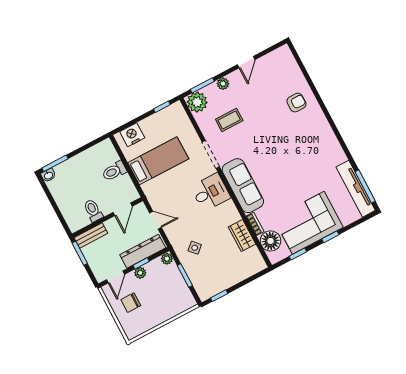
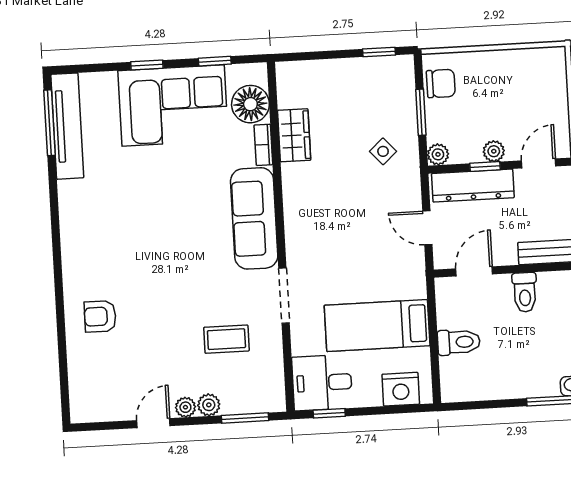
plant: (197, 102) -> (185, 407), moved, width x0.53, depth x0.53
desk: (211, 192) -> (322, 383), moved
chair: (131, 303) -> (441, 83), moved

